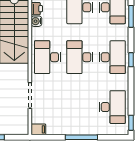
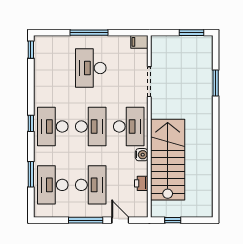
water cooler: (36, 21) -> (142, 155), moved
desk: (112, 107) -> (91, 68), moved

